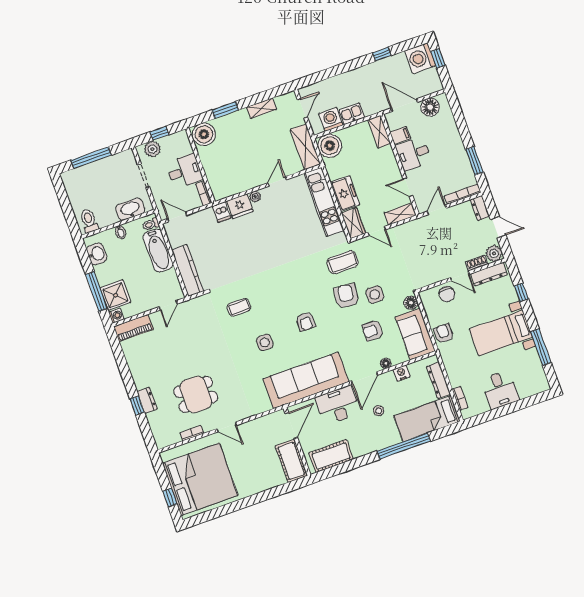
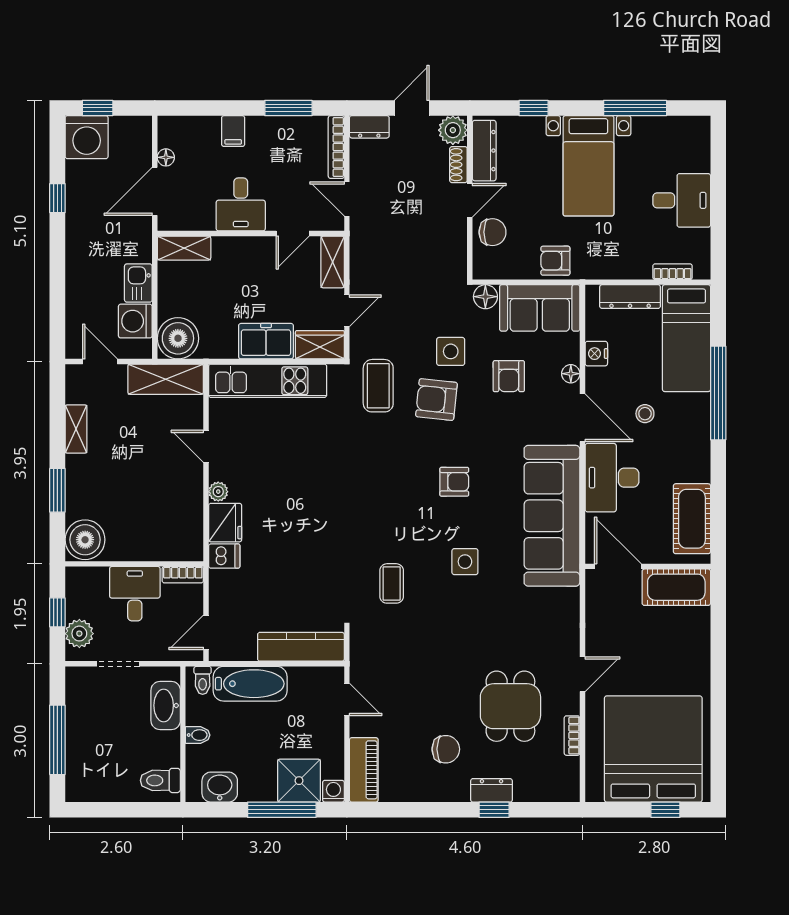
floor lamp: (430, 107) -> (166, 157), width x0.53, depth x0.53
filing cabinet: (400, 135) -> (233, 131), moved, turned 180
chair: (160, 368) -> (446, 749), added

